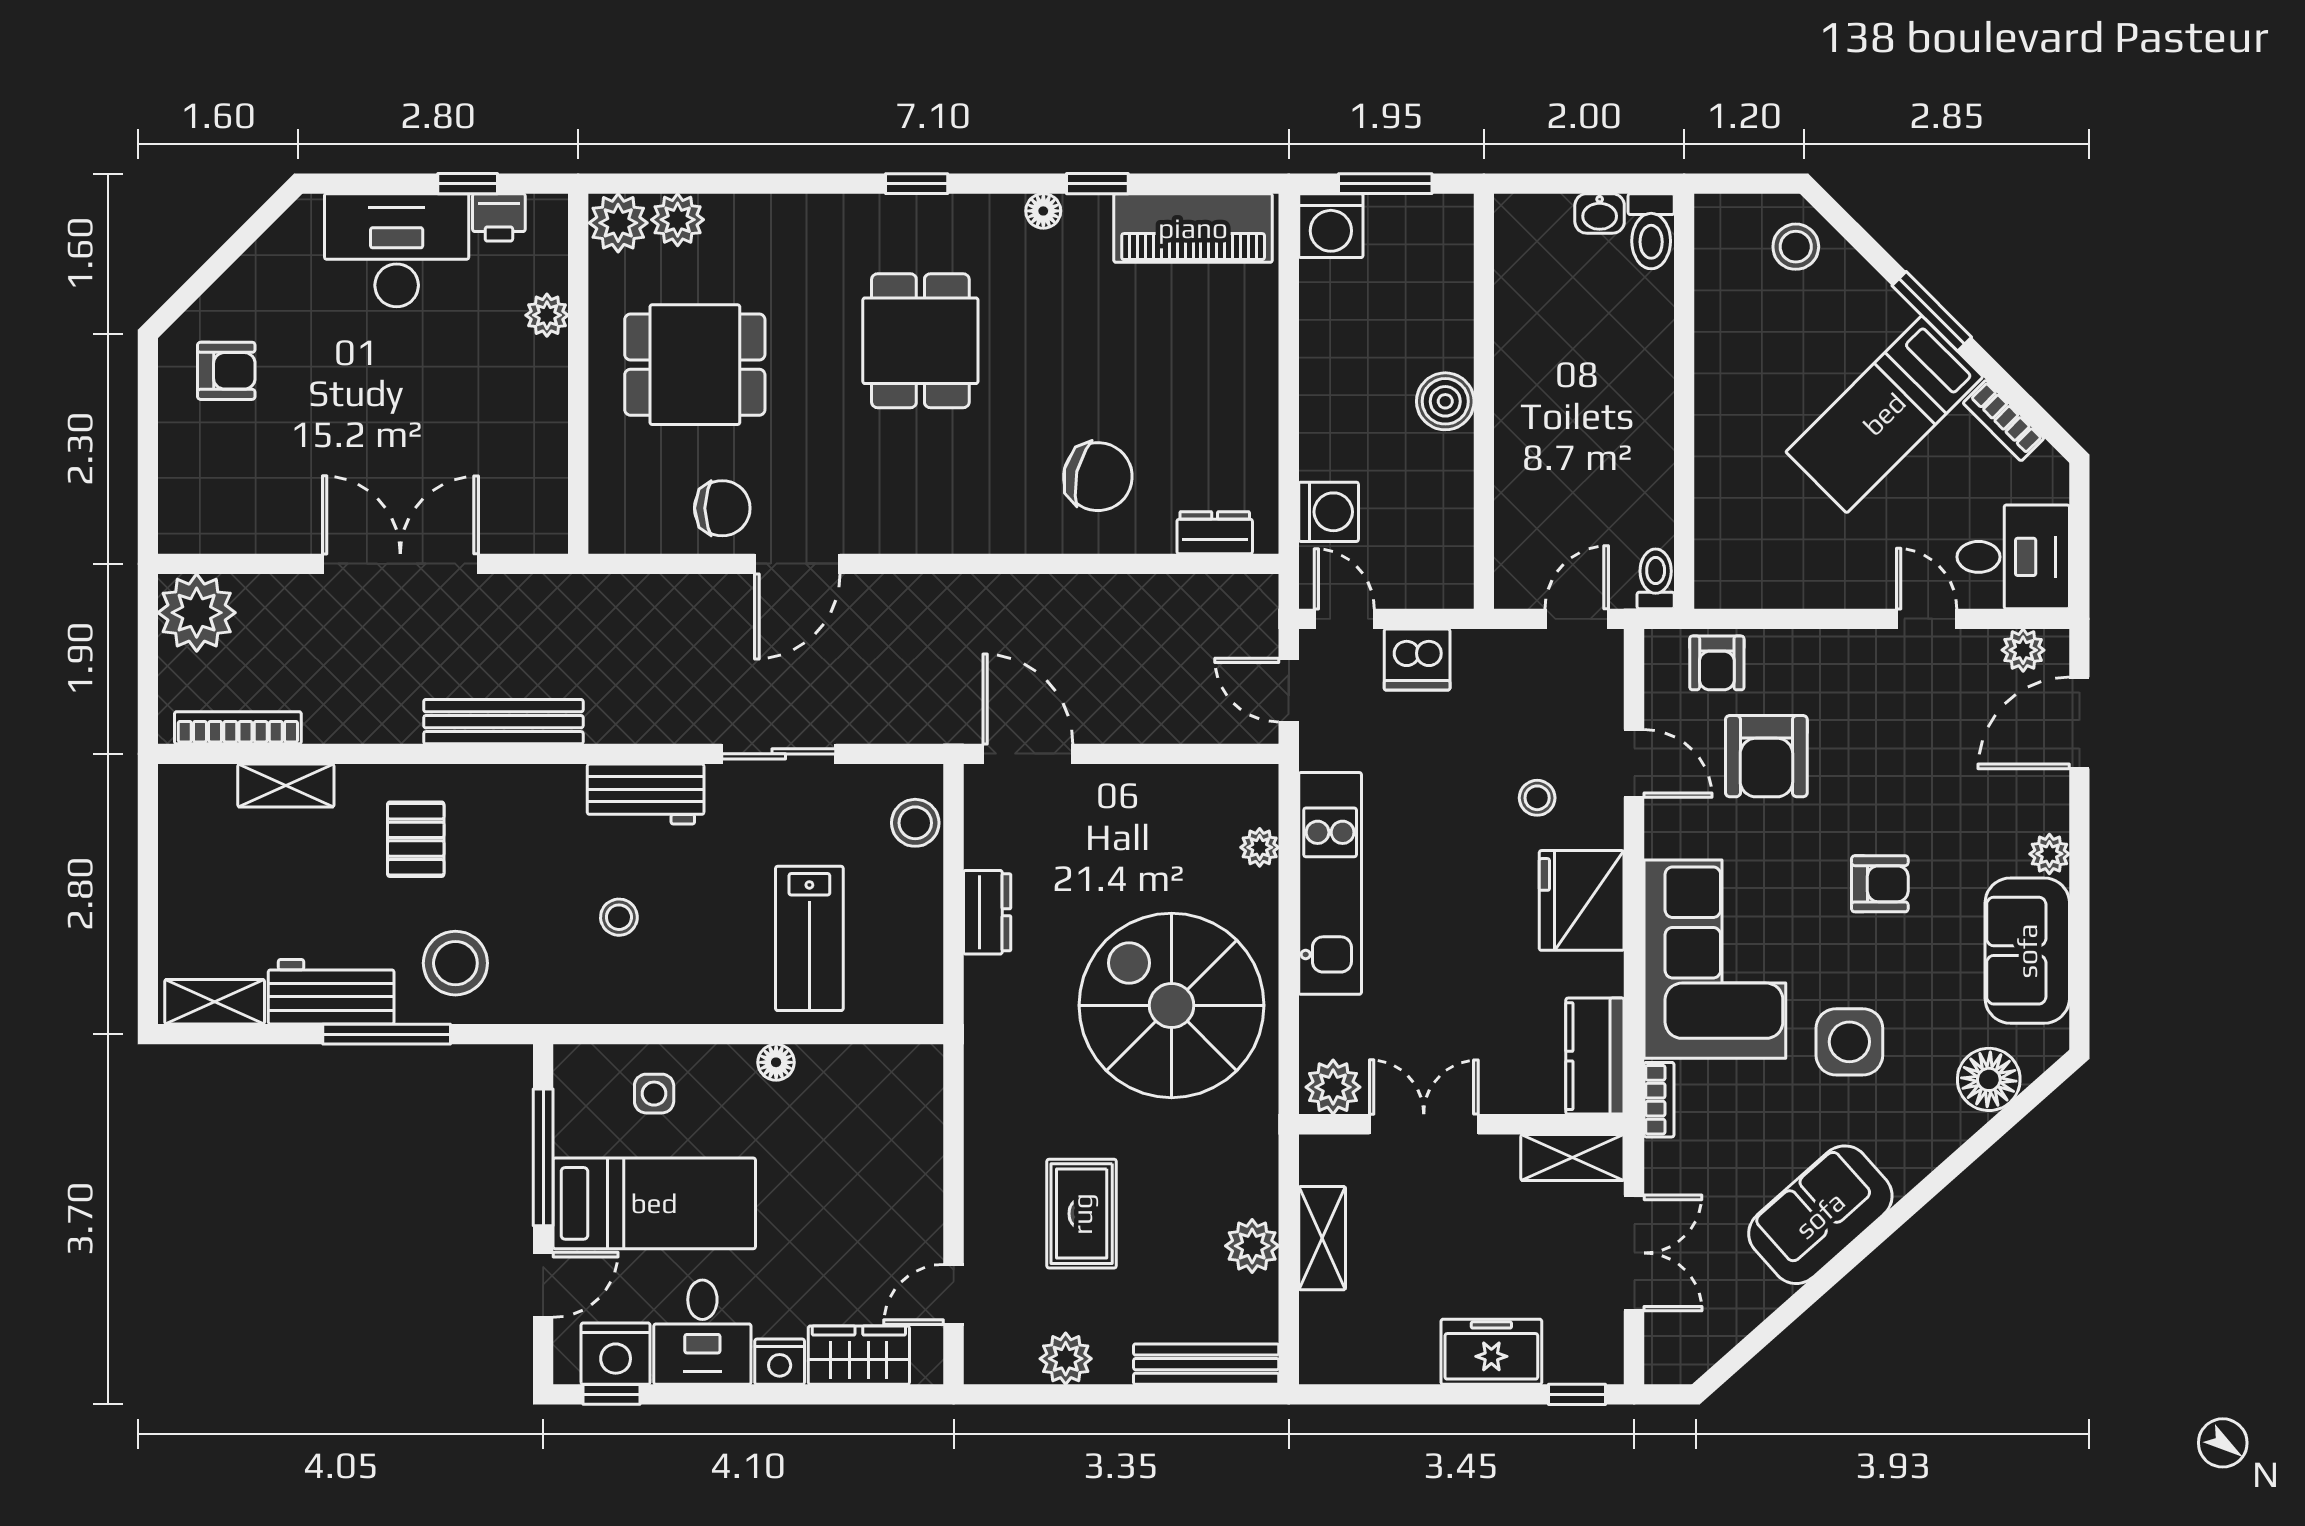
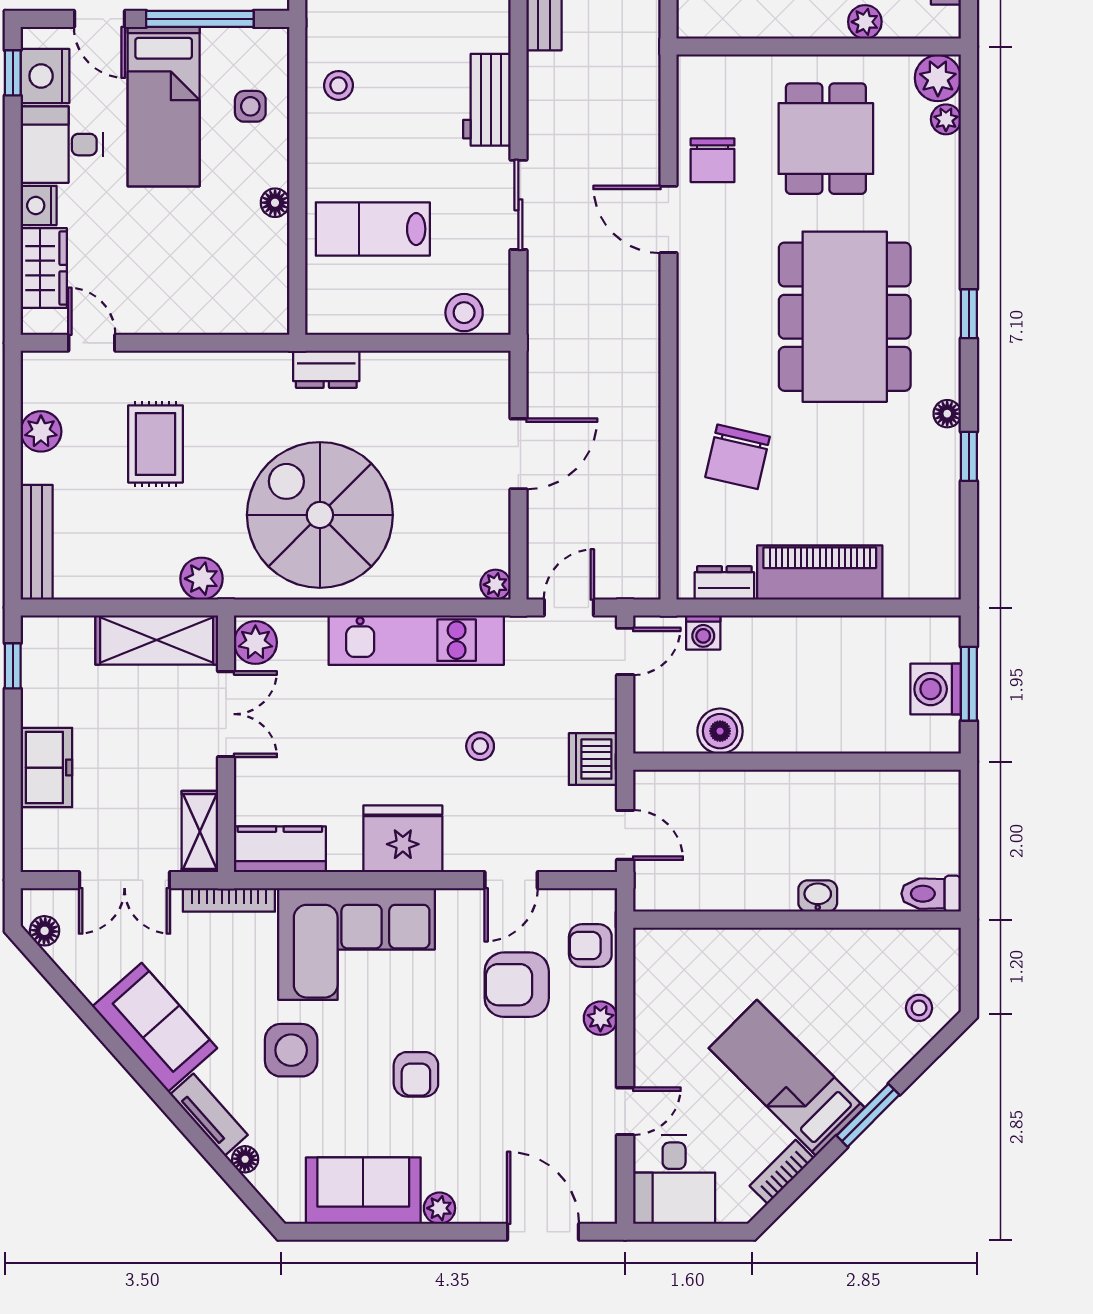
washbasin: (1600, 213) -> (818, 896), moved, turned 90
plant: (678, 220) -> (946, 119), width x0.73, depth x0.73
washing machine: (1331, 226) -> (936, 689), moved
piano: (1193, 228) -> (820, 572), moved, turned 90
stool: (1796, 247) -> (919, 1008), width x0.73, depth x0.73
dining table: (920, 341) -> (845, 317), width x1.88, depth x1.24
boiler: (1445, 401) -> (720, 731), moved
washing machine: (1329, 512) -> (703, 632), width x0.73, depth x0.73
dresser: (1215, 533) -> (724, 583), moved, turned -90
toilet: (1656, 579) -> (657, 897), removed
plant: (2023, 650) -> (600, 1018), moved
dishwasher: (1417, 660) -> (593, 759), moved
door: (1028, 754) -> (518, 454), moved
stool: (1537, 798) -> (480, 746), moved
plant: (1260, 847) -> (496, 585), moved
dresser: (987, 912) -> (326, 369), moved
stool: (619, 917) -> (339, 85), moved
spiral stairs: (1172, 1005) -> (320, 515), turned -90
floor lamp: (1989, 1079) -> (245, 1159), width x0.53, depth x0.53
bookcase: (1659, 1100) -> (229, 900), width x1.56
tv unit: (1931, 1146) -> (209, 1115), added
rug: (1082, 1214) -> (156, 444), turned 90
shelving: (1322, 1238) -> (157, 640), width x1.50, depth x1.33
plant: (1252, 1246) -> (202, 579), moved
floor lamp: (1698, 1354) -> (45, 931), added
window: (1577, 1394) -> (13, 666), moved

